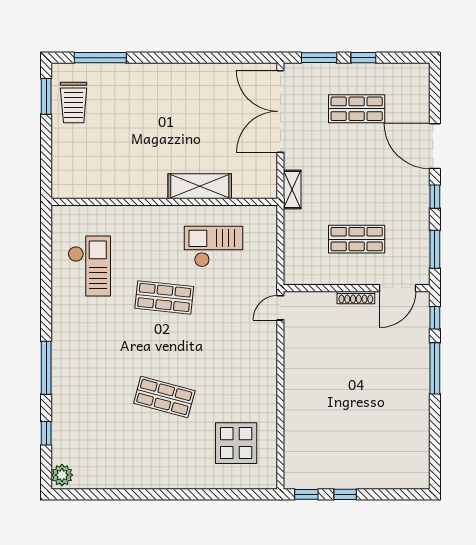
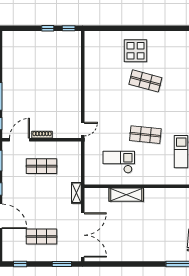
window: (363, 58) -> (20, 264), moved
checkout: (214, 247) -> (119, 162), turned 180
display table: (236, 443) -> (136, 51), moved

